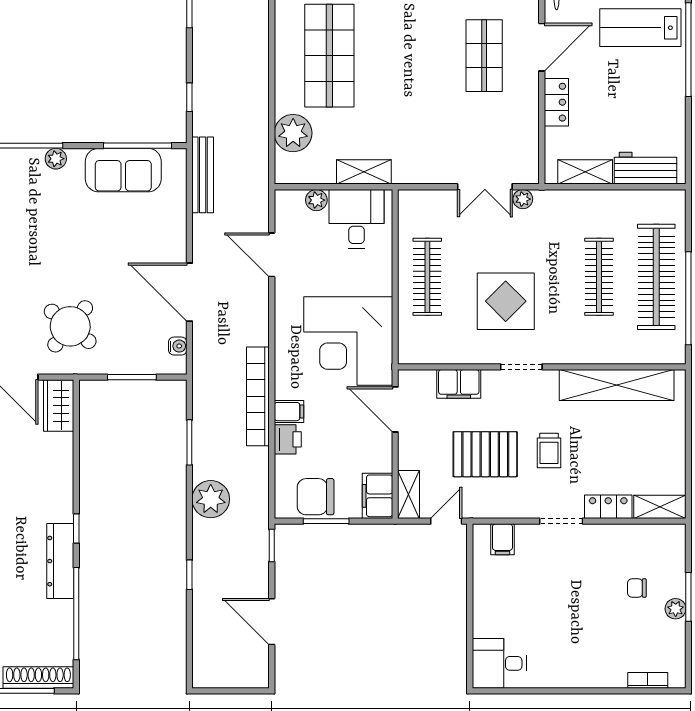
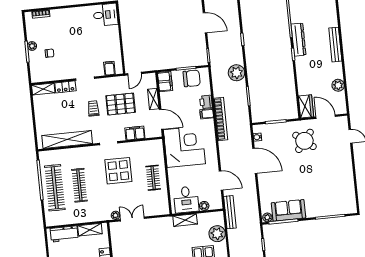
plant: (56, 159) -> (267, 217), moved
bench: (203, 175) -> (230, 212), moved
clothes rail: (427, 277) -> (153, 178), width x0.73
shelving: (409, 495) -> (153, 99), moved

